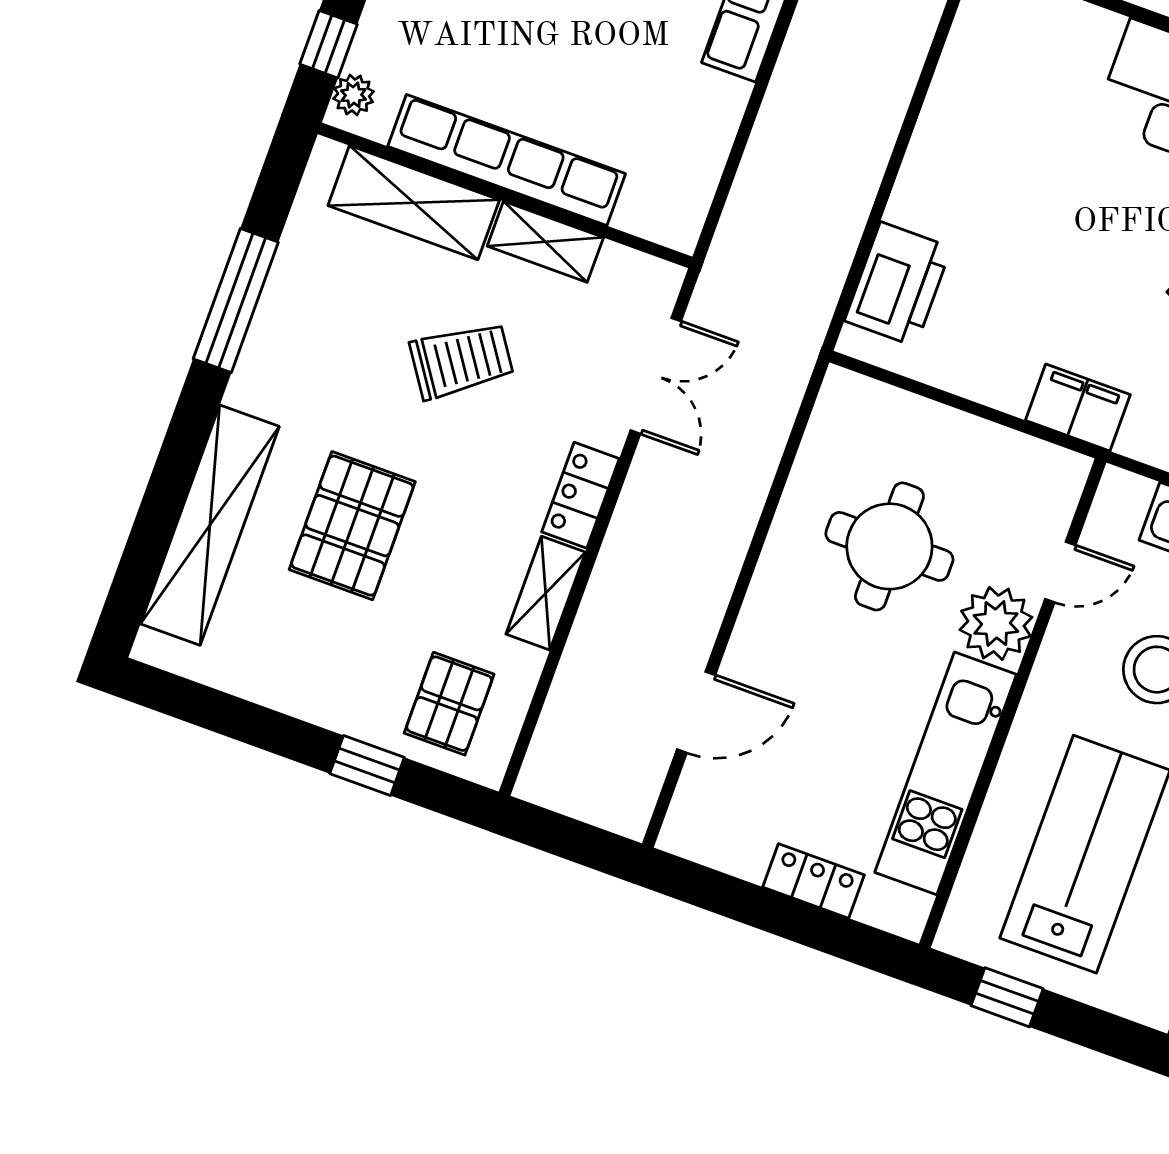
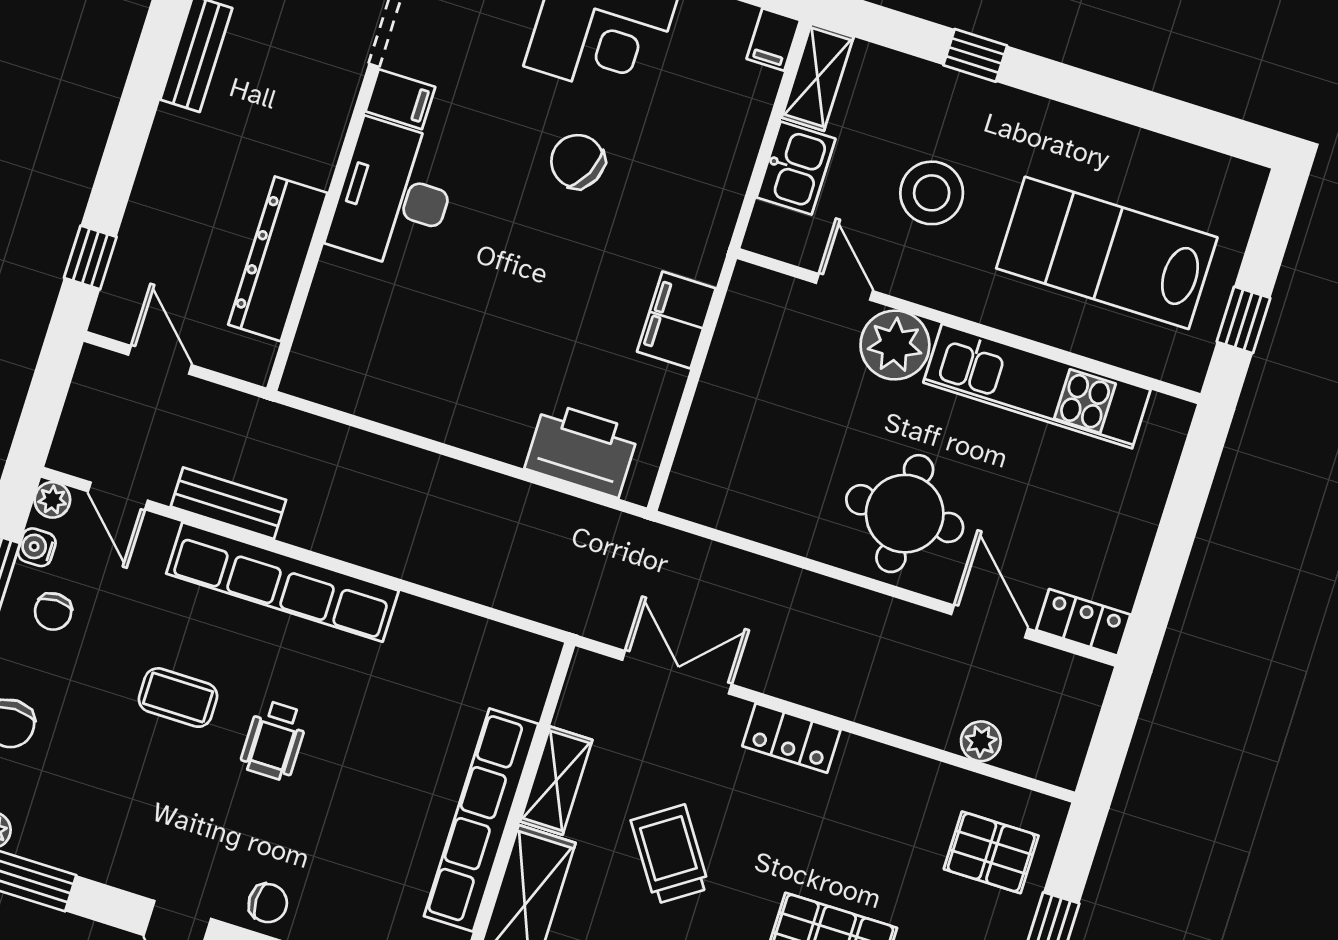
filing cabinet: (1078, 407) -> (676, 320), moved
round table: (889, 546) -> (905, 514), moved
shelving: (546, 593) -> (884, 767), removed
plant: (568, 698) -> (981, 741), added
locker: (814, 881) -> (1083, 622), moved, turned 90

